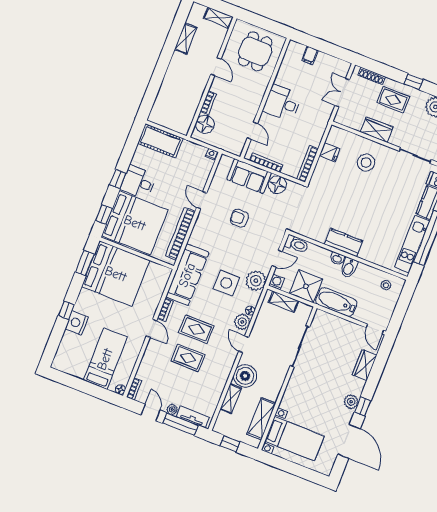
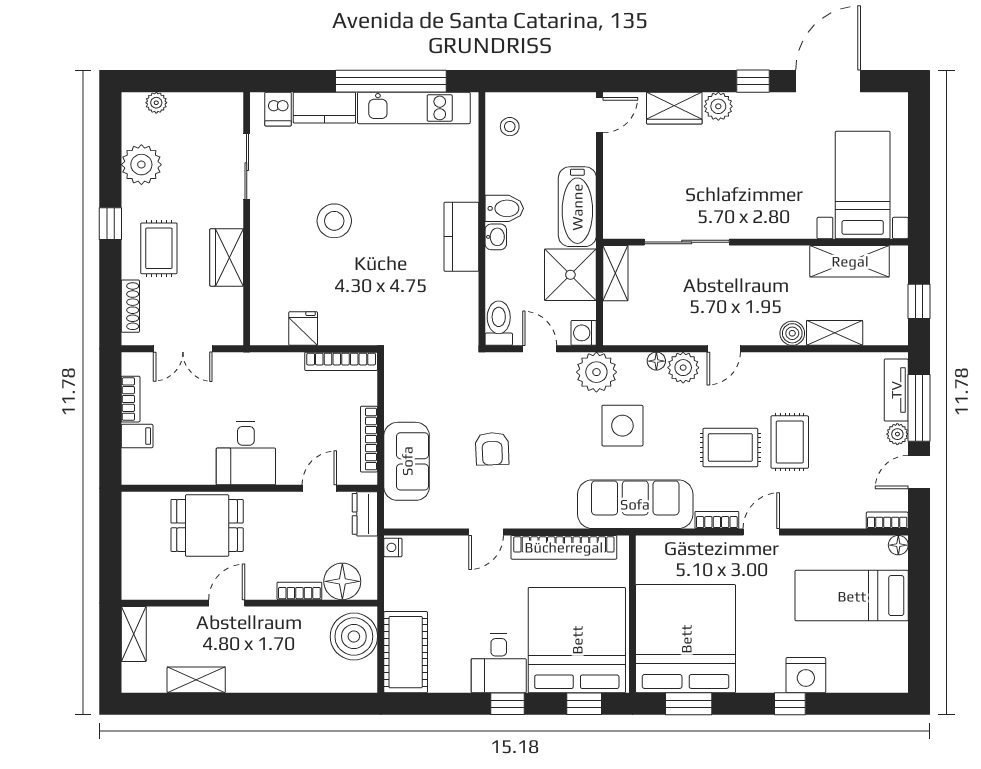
dining table: (255, 51) -> (207, 525), moved
bookcase: (328, 59) -> (131, 399), added
boiler: (177, 120) -> (354, 636), added
dresser: (232, 147) -> (365, 514), added
stool: (366, 162) -> (334, 221), moved
floor lamp: (277, 185) -> (402, 402), removed
shelving: (283, 302) -> (615, 273), moved
rug: (196, 329) -> (730, 447), turned 90
boiler: (245, 376) -> (792, 333), width x0.54, depth x0.54
plant: (351, 402) -> (718, 106), moved

